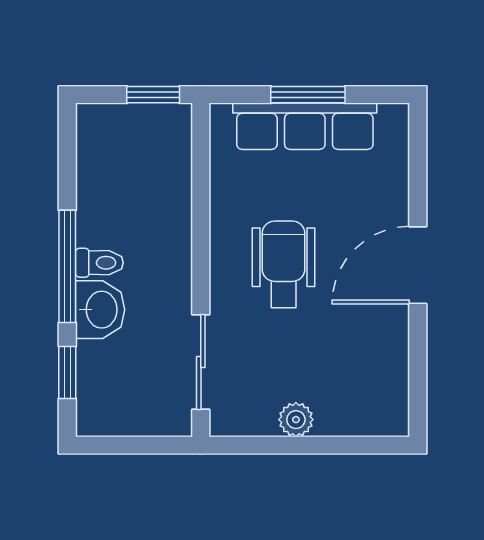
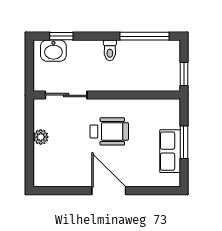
row of seats: (305, 126) -> (170, 151), width x0.68
window: (67, 266) -> (144, 36), moved
washbasin: (100, 310) -> (53, 51), moved

